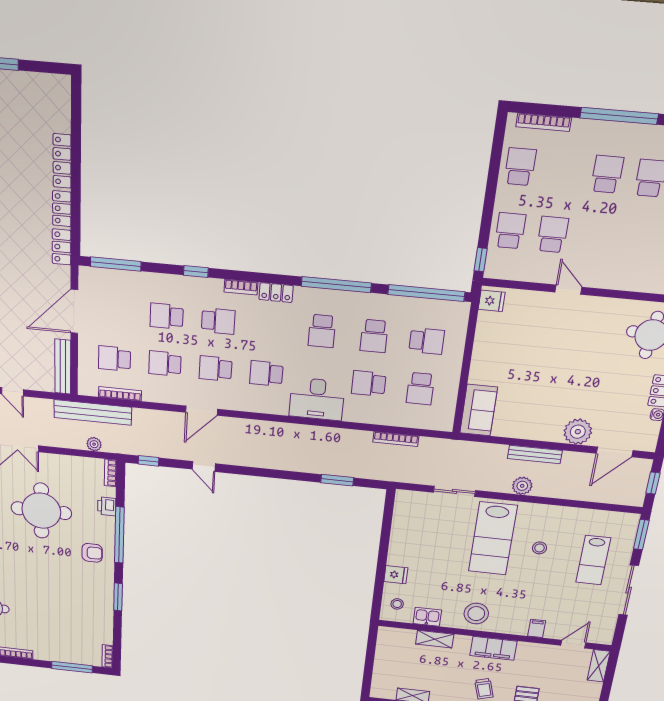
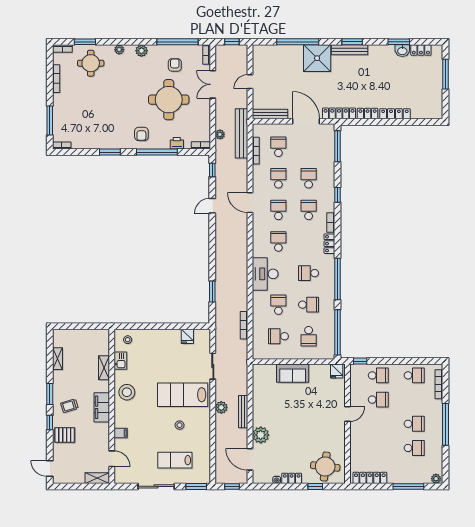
locker: (62, 247) -> (339, 113), width x1.53
school desk: (218, 321) -> (309, 210), turned 180
school desk: (374, 336) -> (309, 305), turned 180
sofa: (479, 410) -> (293, 373), moved
fridge: (396, 575) -> (187, 336), moved

